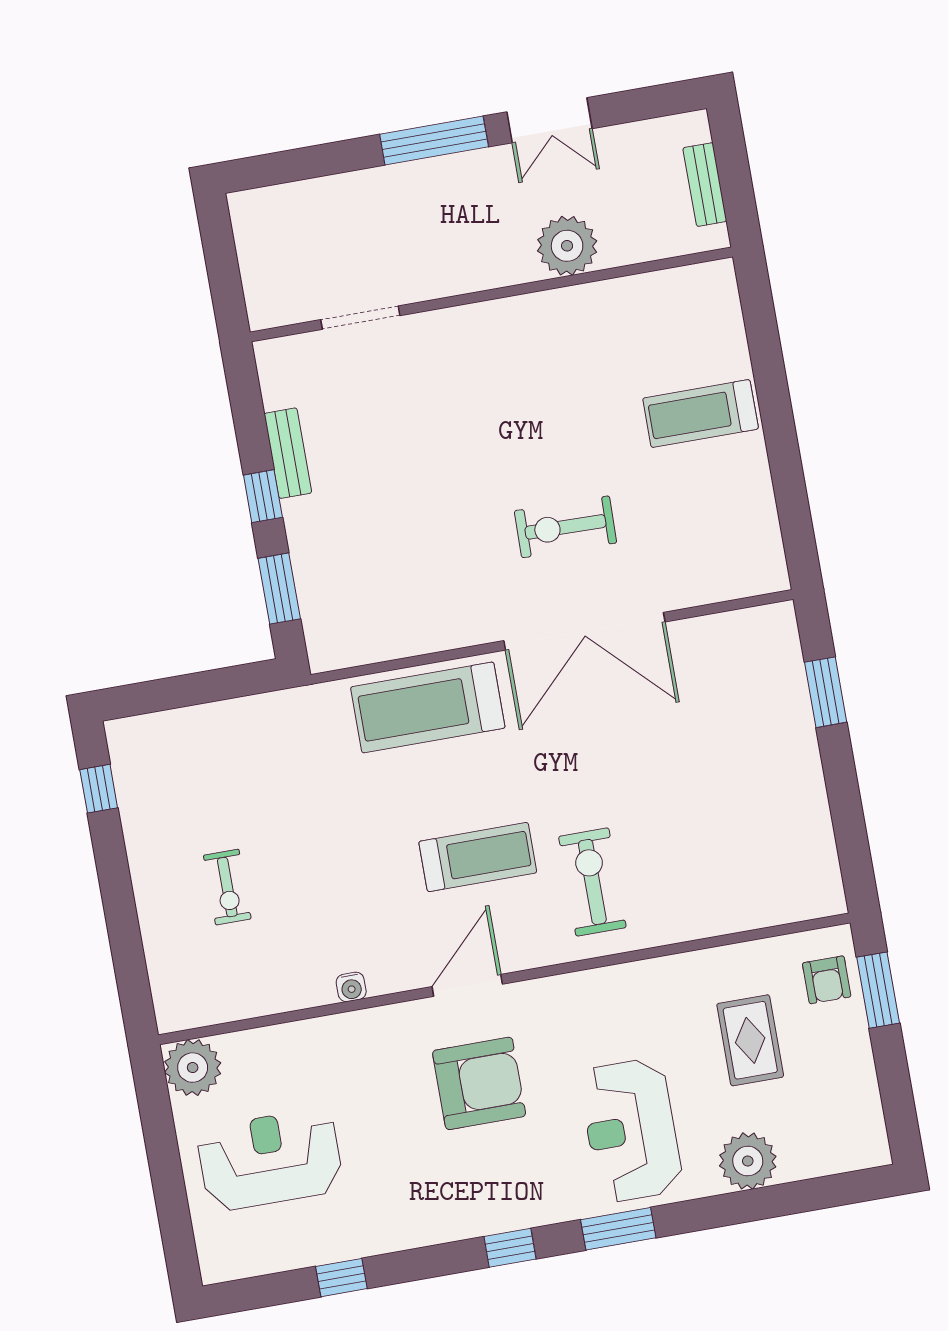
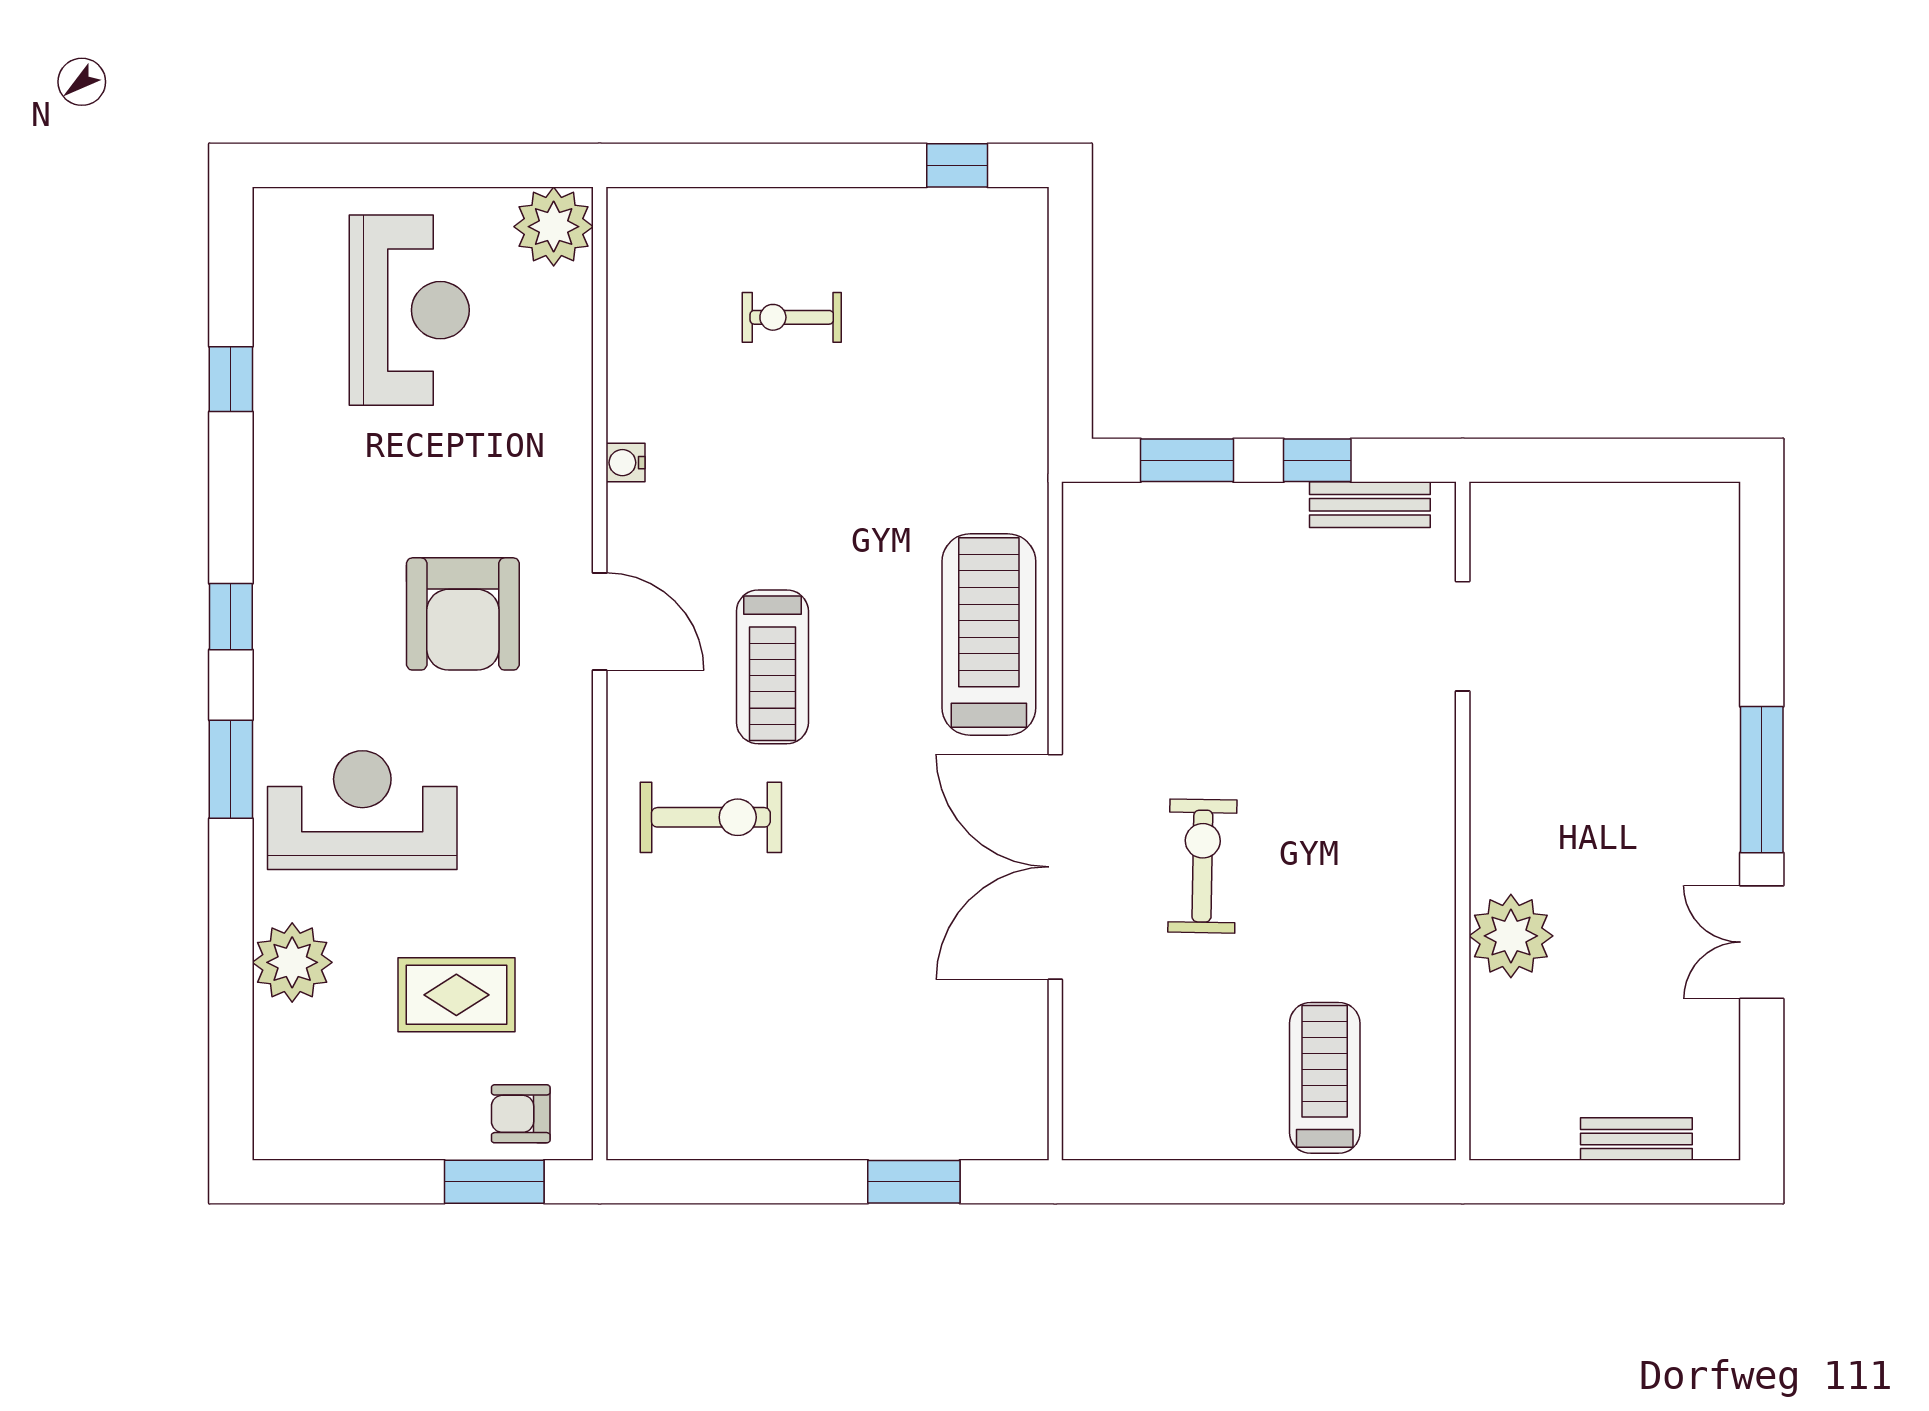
plant: (567, 246) -> (1511, 936), moved
wall: (491, 294) -> (1463, 821), moved
doorway: (360, 318) -> (1463, 636), moved

